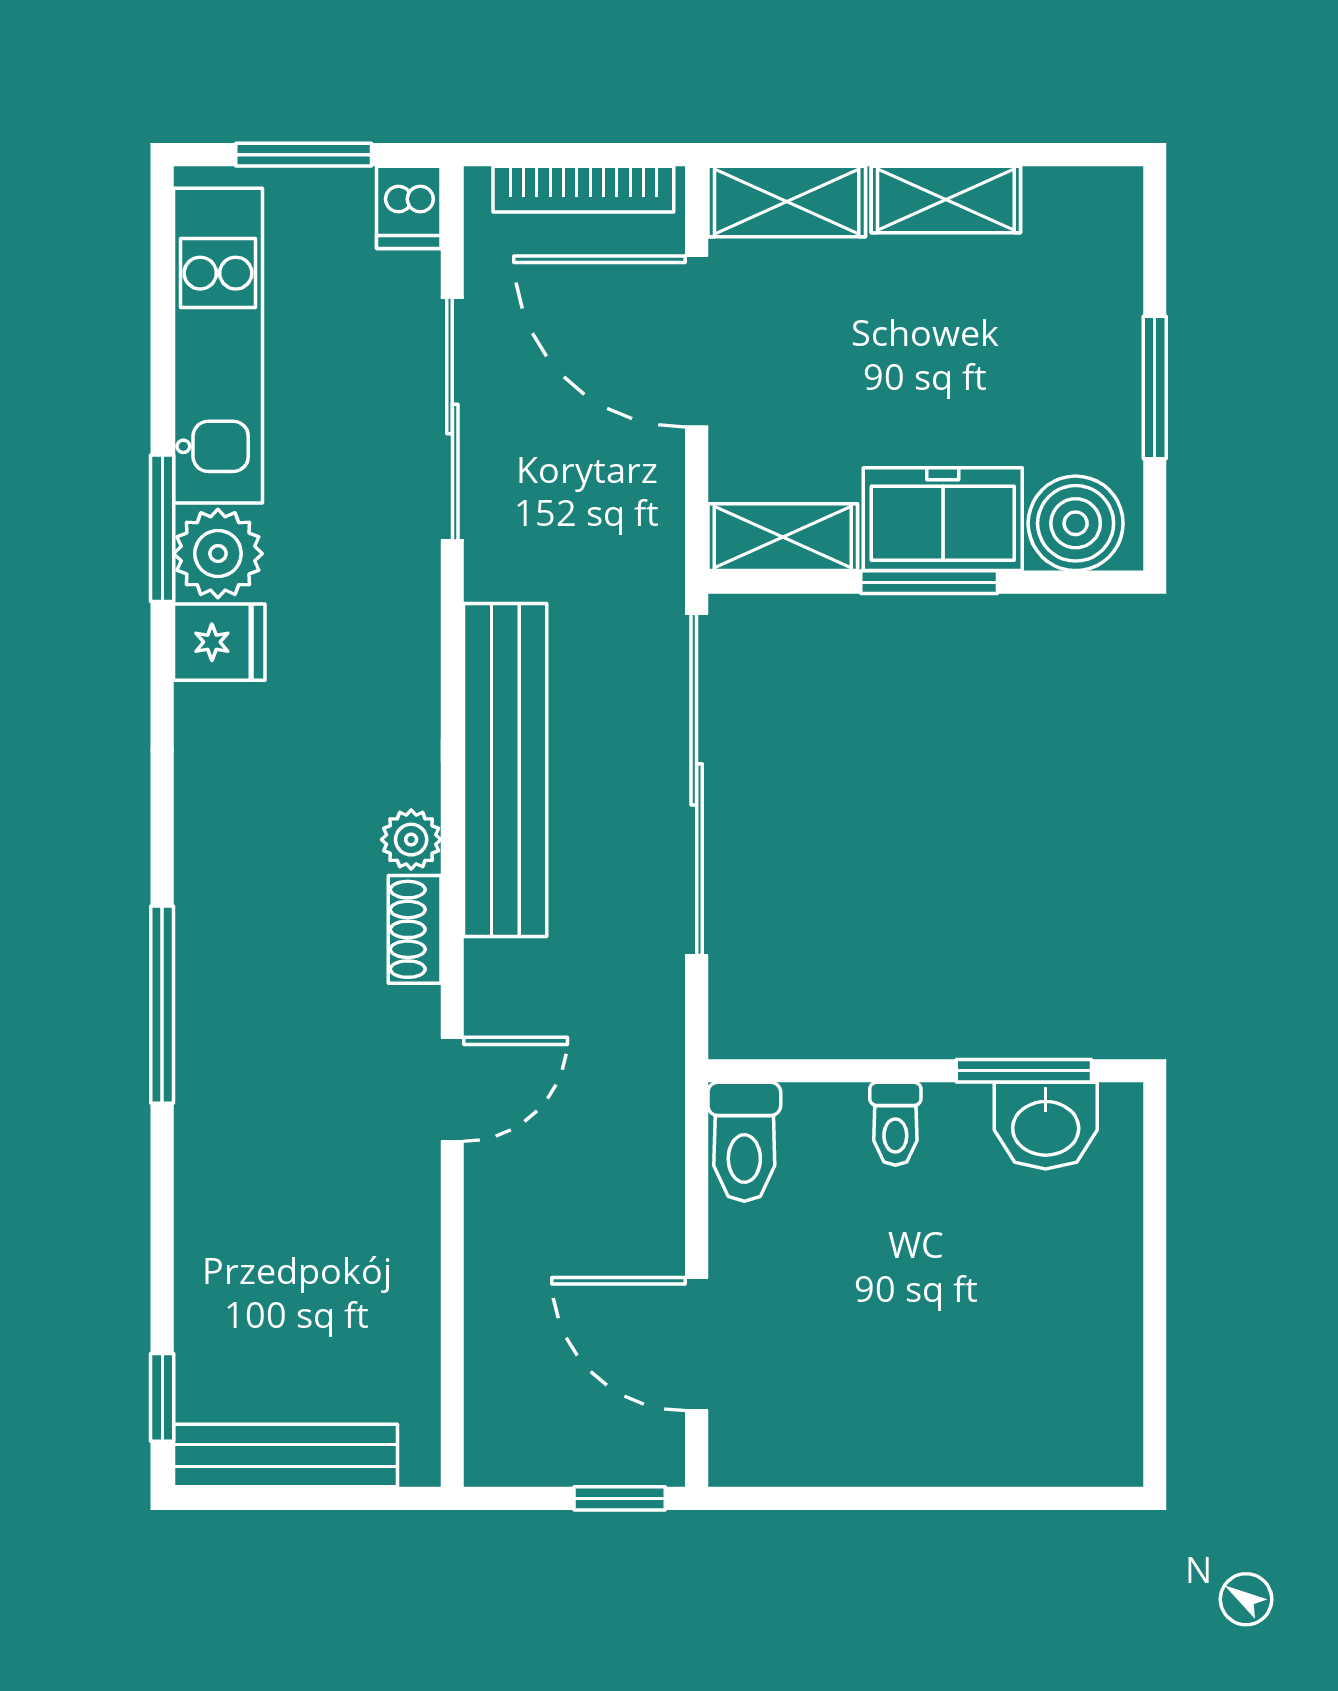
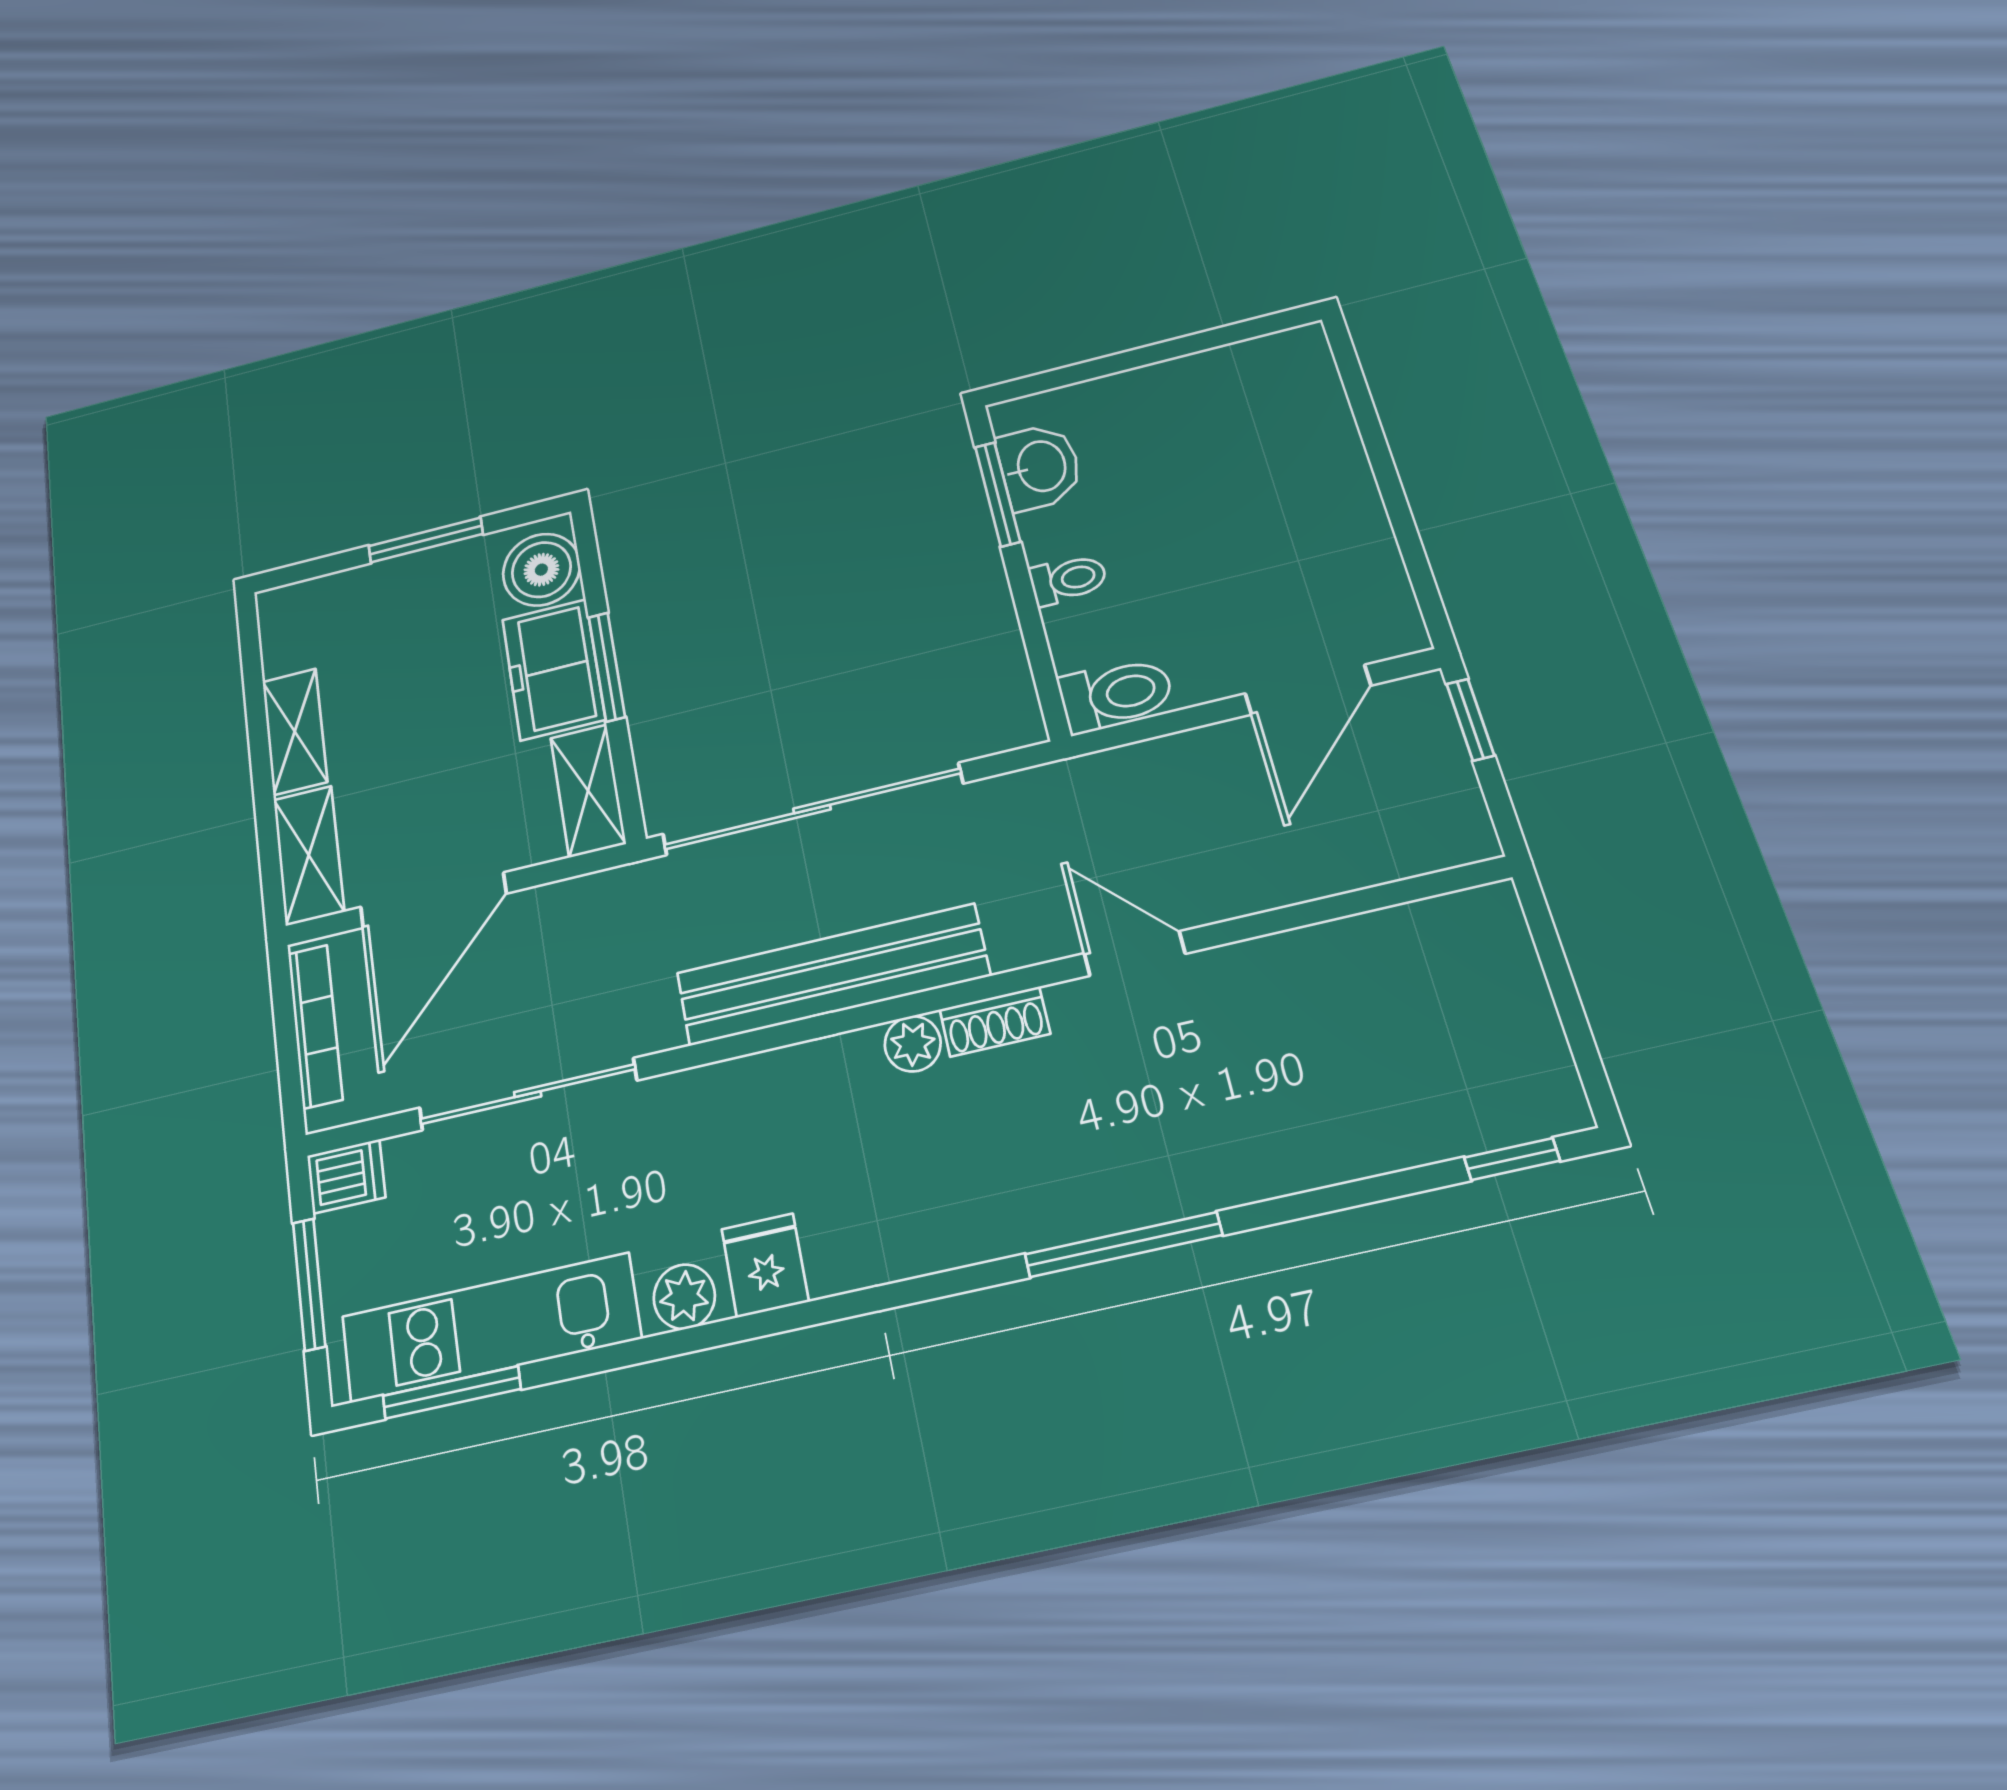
window: (162, 528) -> (452, 1392), moved
plant: (218, 554) -> (684, 1297), width x0.73, depth x0.73
bench: (285, 1456) -> (1531, 1027), removed

